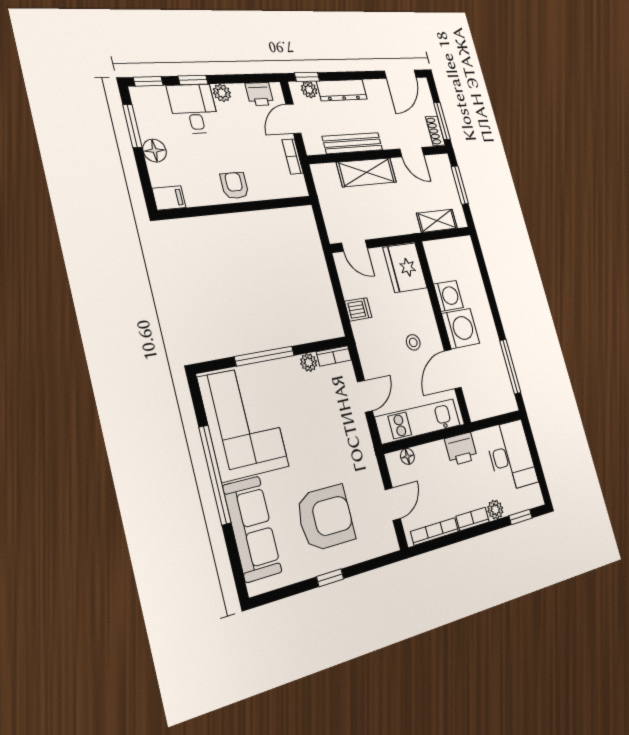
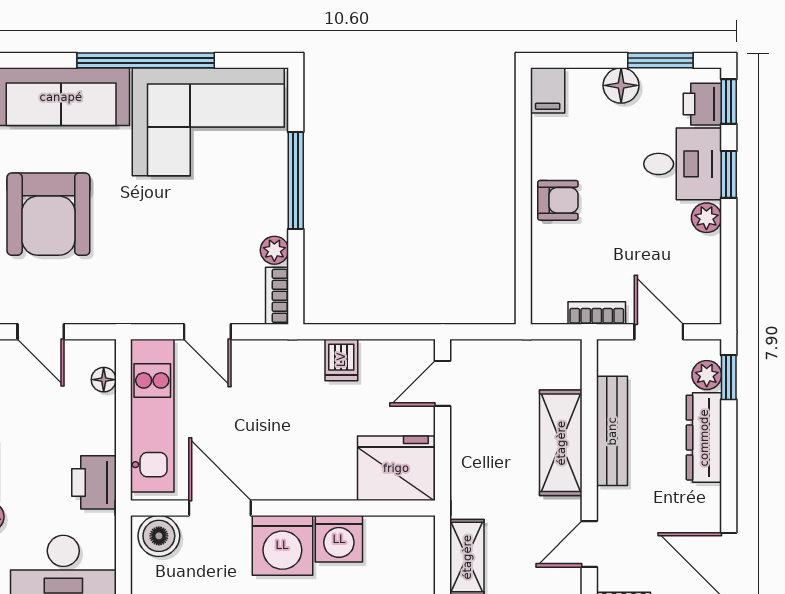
printer: (260, 94) -> (702, 104), moved
stool: (413, 342) -> (275, 446), removed
boiler: (476, 403) -> (159, 536), added

